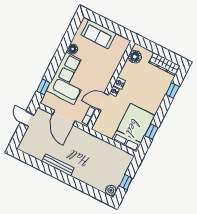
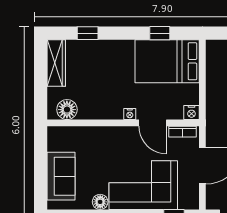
nightstand: (119, 83) -> (191, 113), moved

